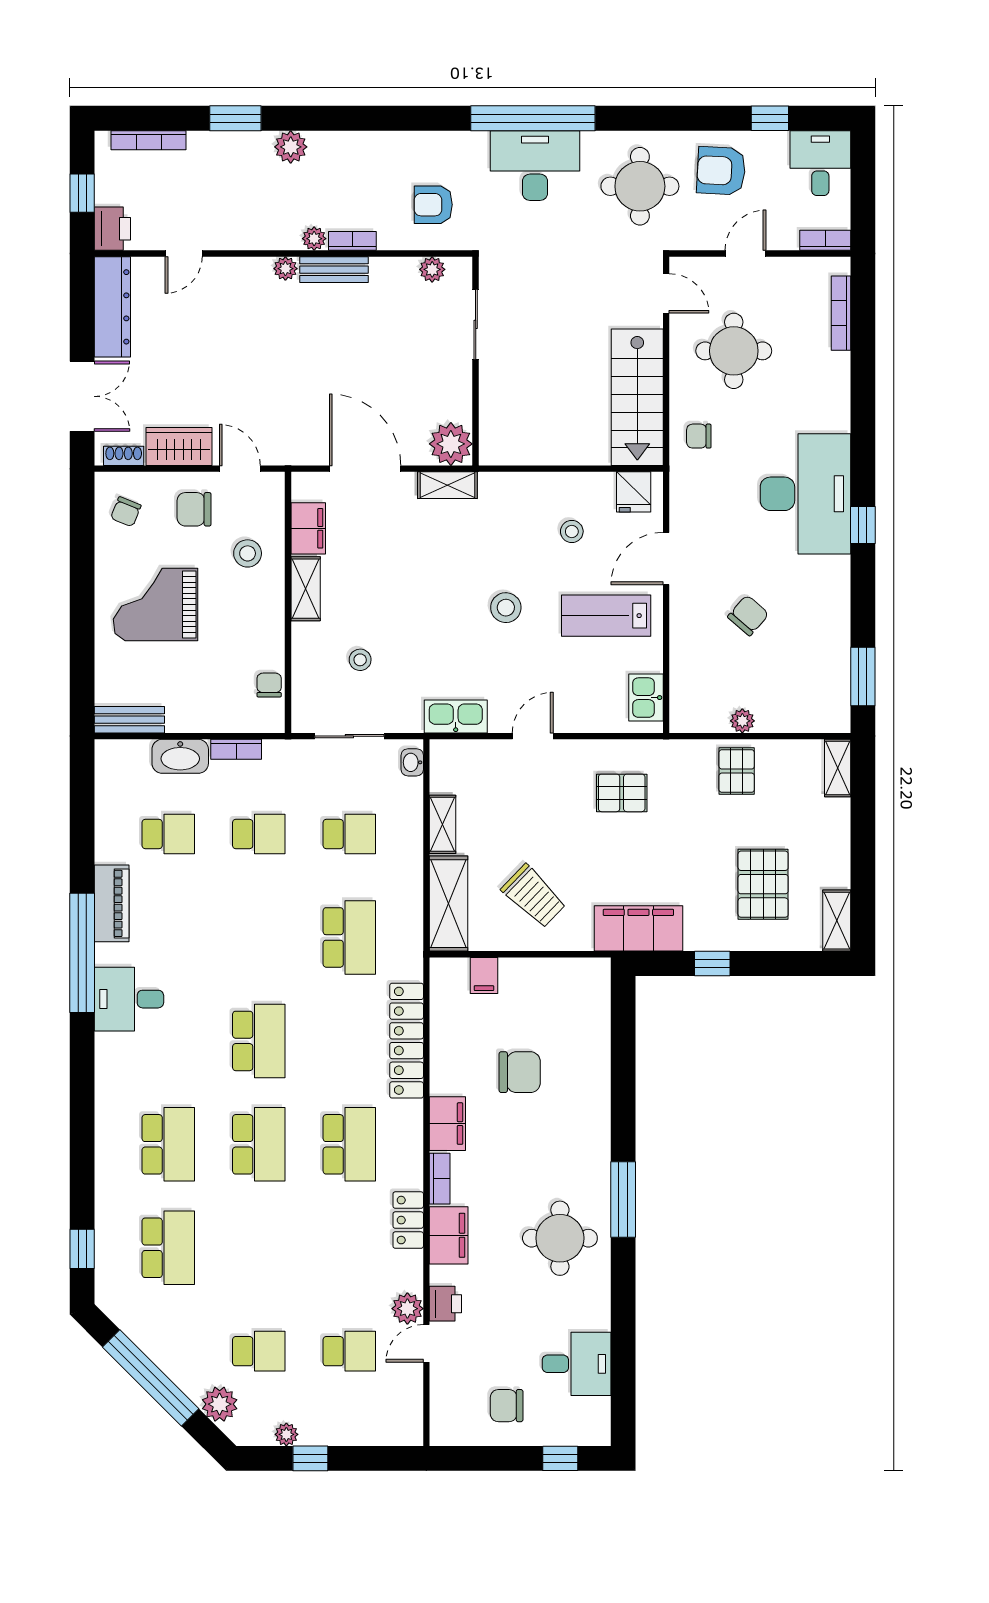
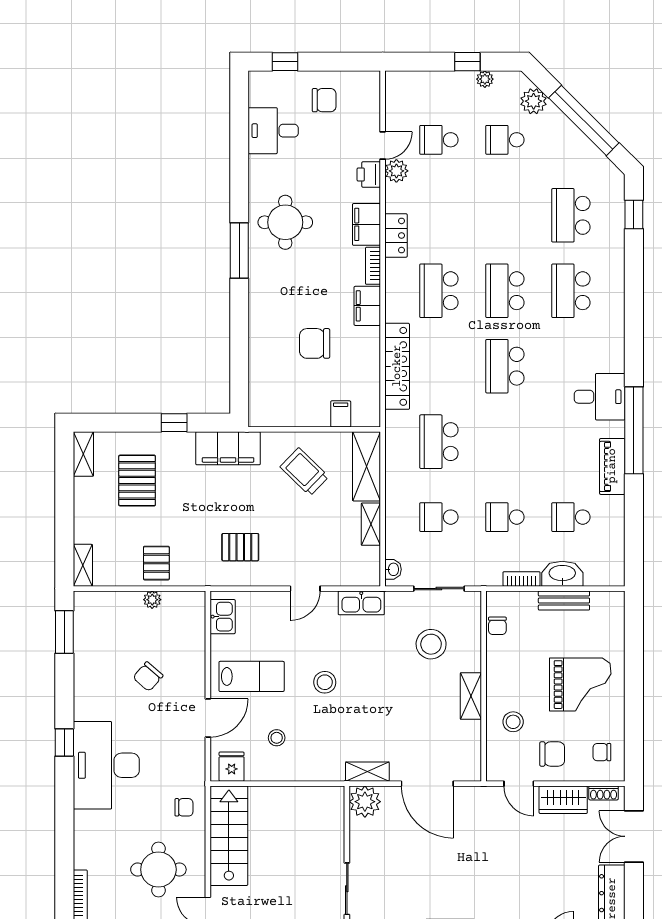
chair: (126, 512) -> (602, 752), turned -112
filing cabinet: (308, 528) -> (469, 740), removed
stool: (360, 660) -> (431, 644), width x1.89, depth x1.89
bench: (129, 720) -> (564, 601), moved

